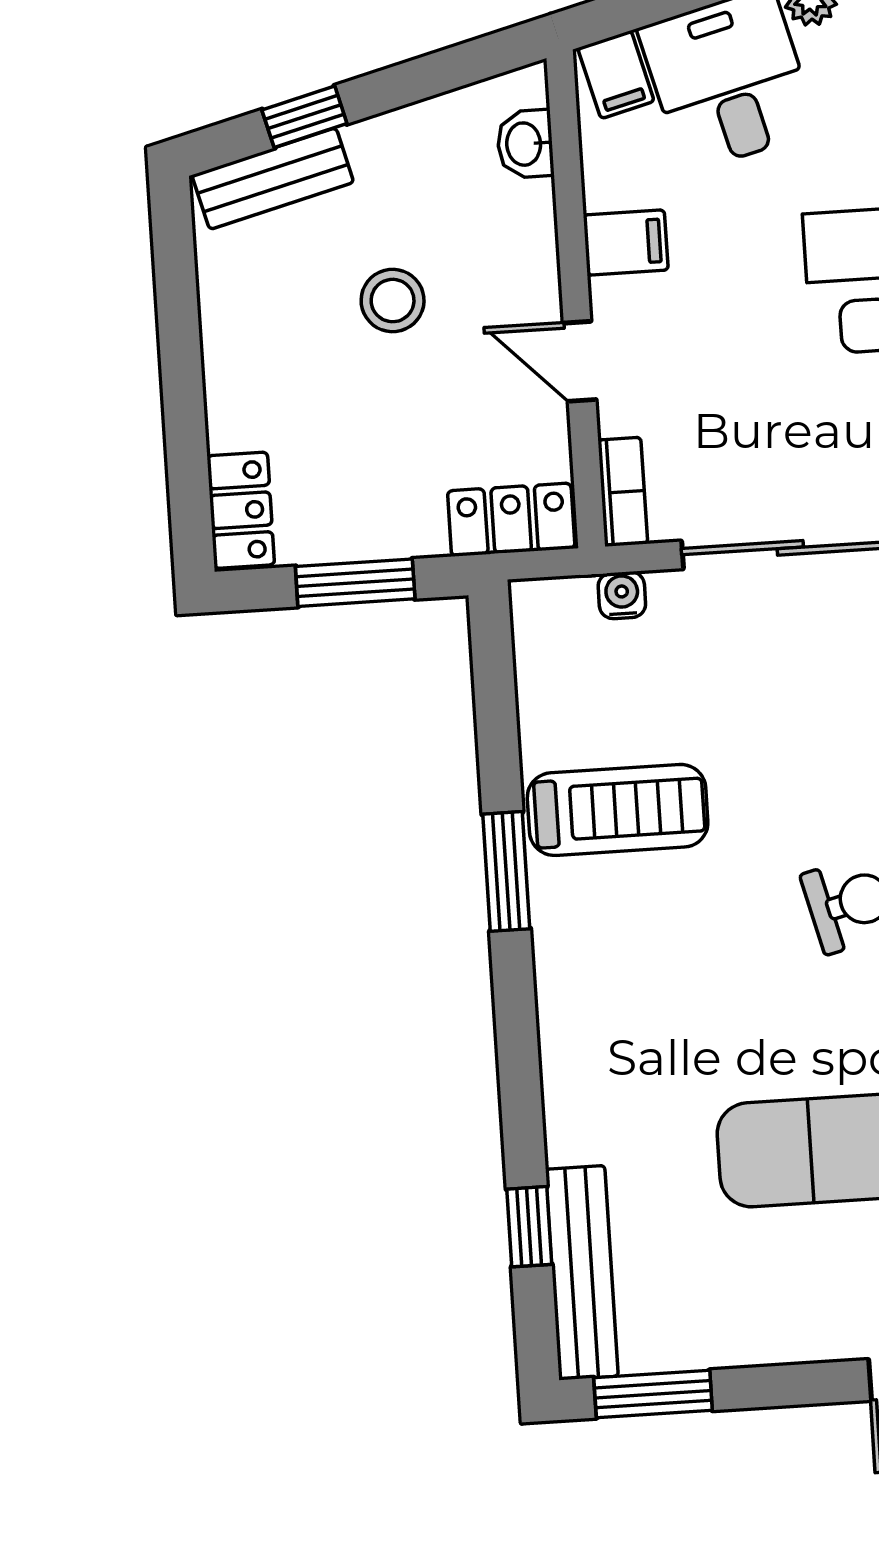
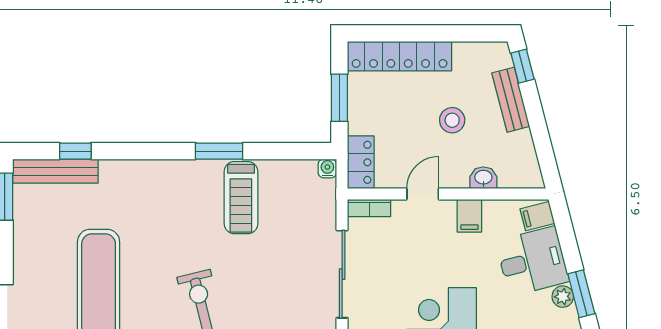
window: (304, 117) -> (522, 66), moved
washbasin: (525, 144) -> (483, 178), moved
bench: (273, 179) -> (511, 100), moved
locker: (241, 510) -> (400, 56), width x2.16, depth x1.21
water cooler: (622, 595) -> (327, 168), moved, turned -90

